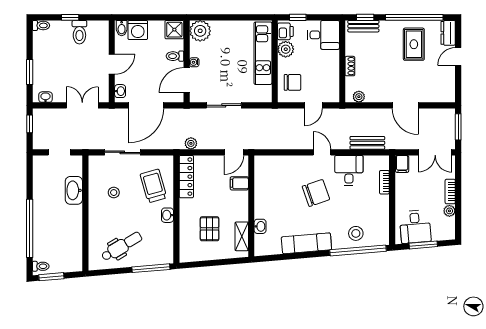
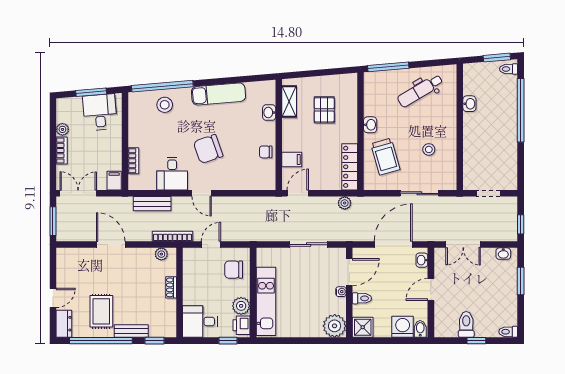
bench: (363, 26) -> (131, 331), moved
bookcase: (349, 113) -> (173, 236), added
washbasin: (74, 190) -> (469, 104), moved, width x0.52, depth x0.69
chair: (263, 190) -> (266, 152), added

